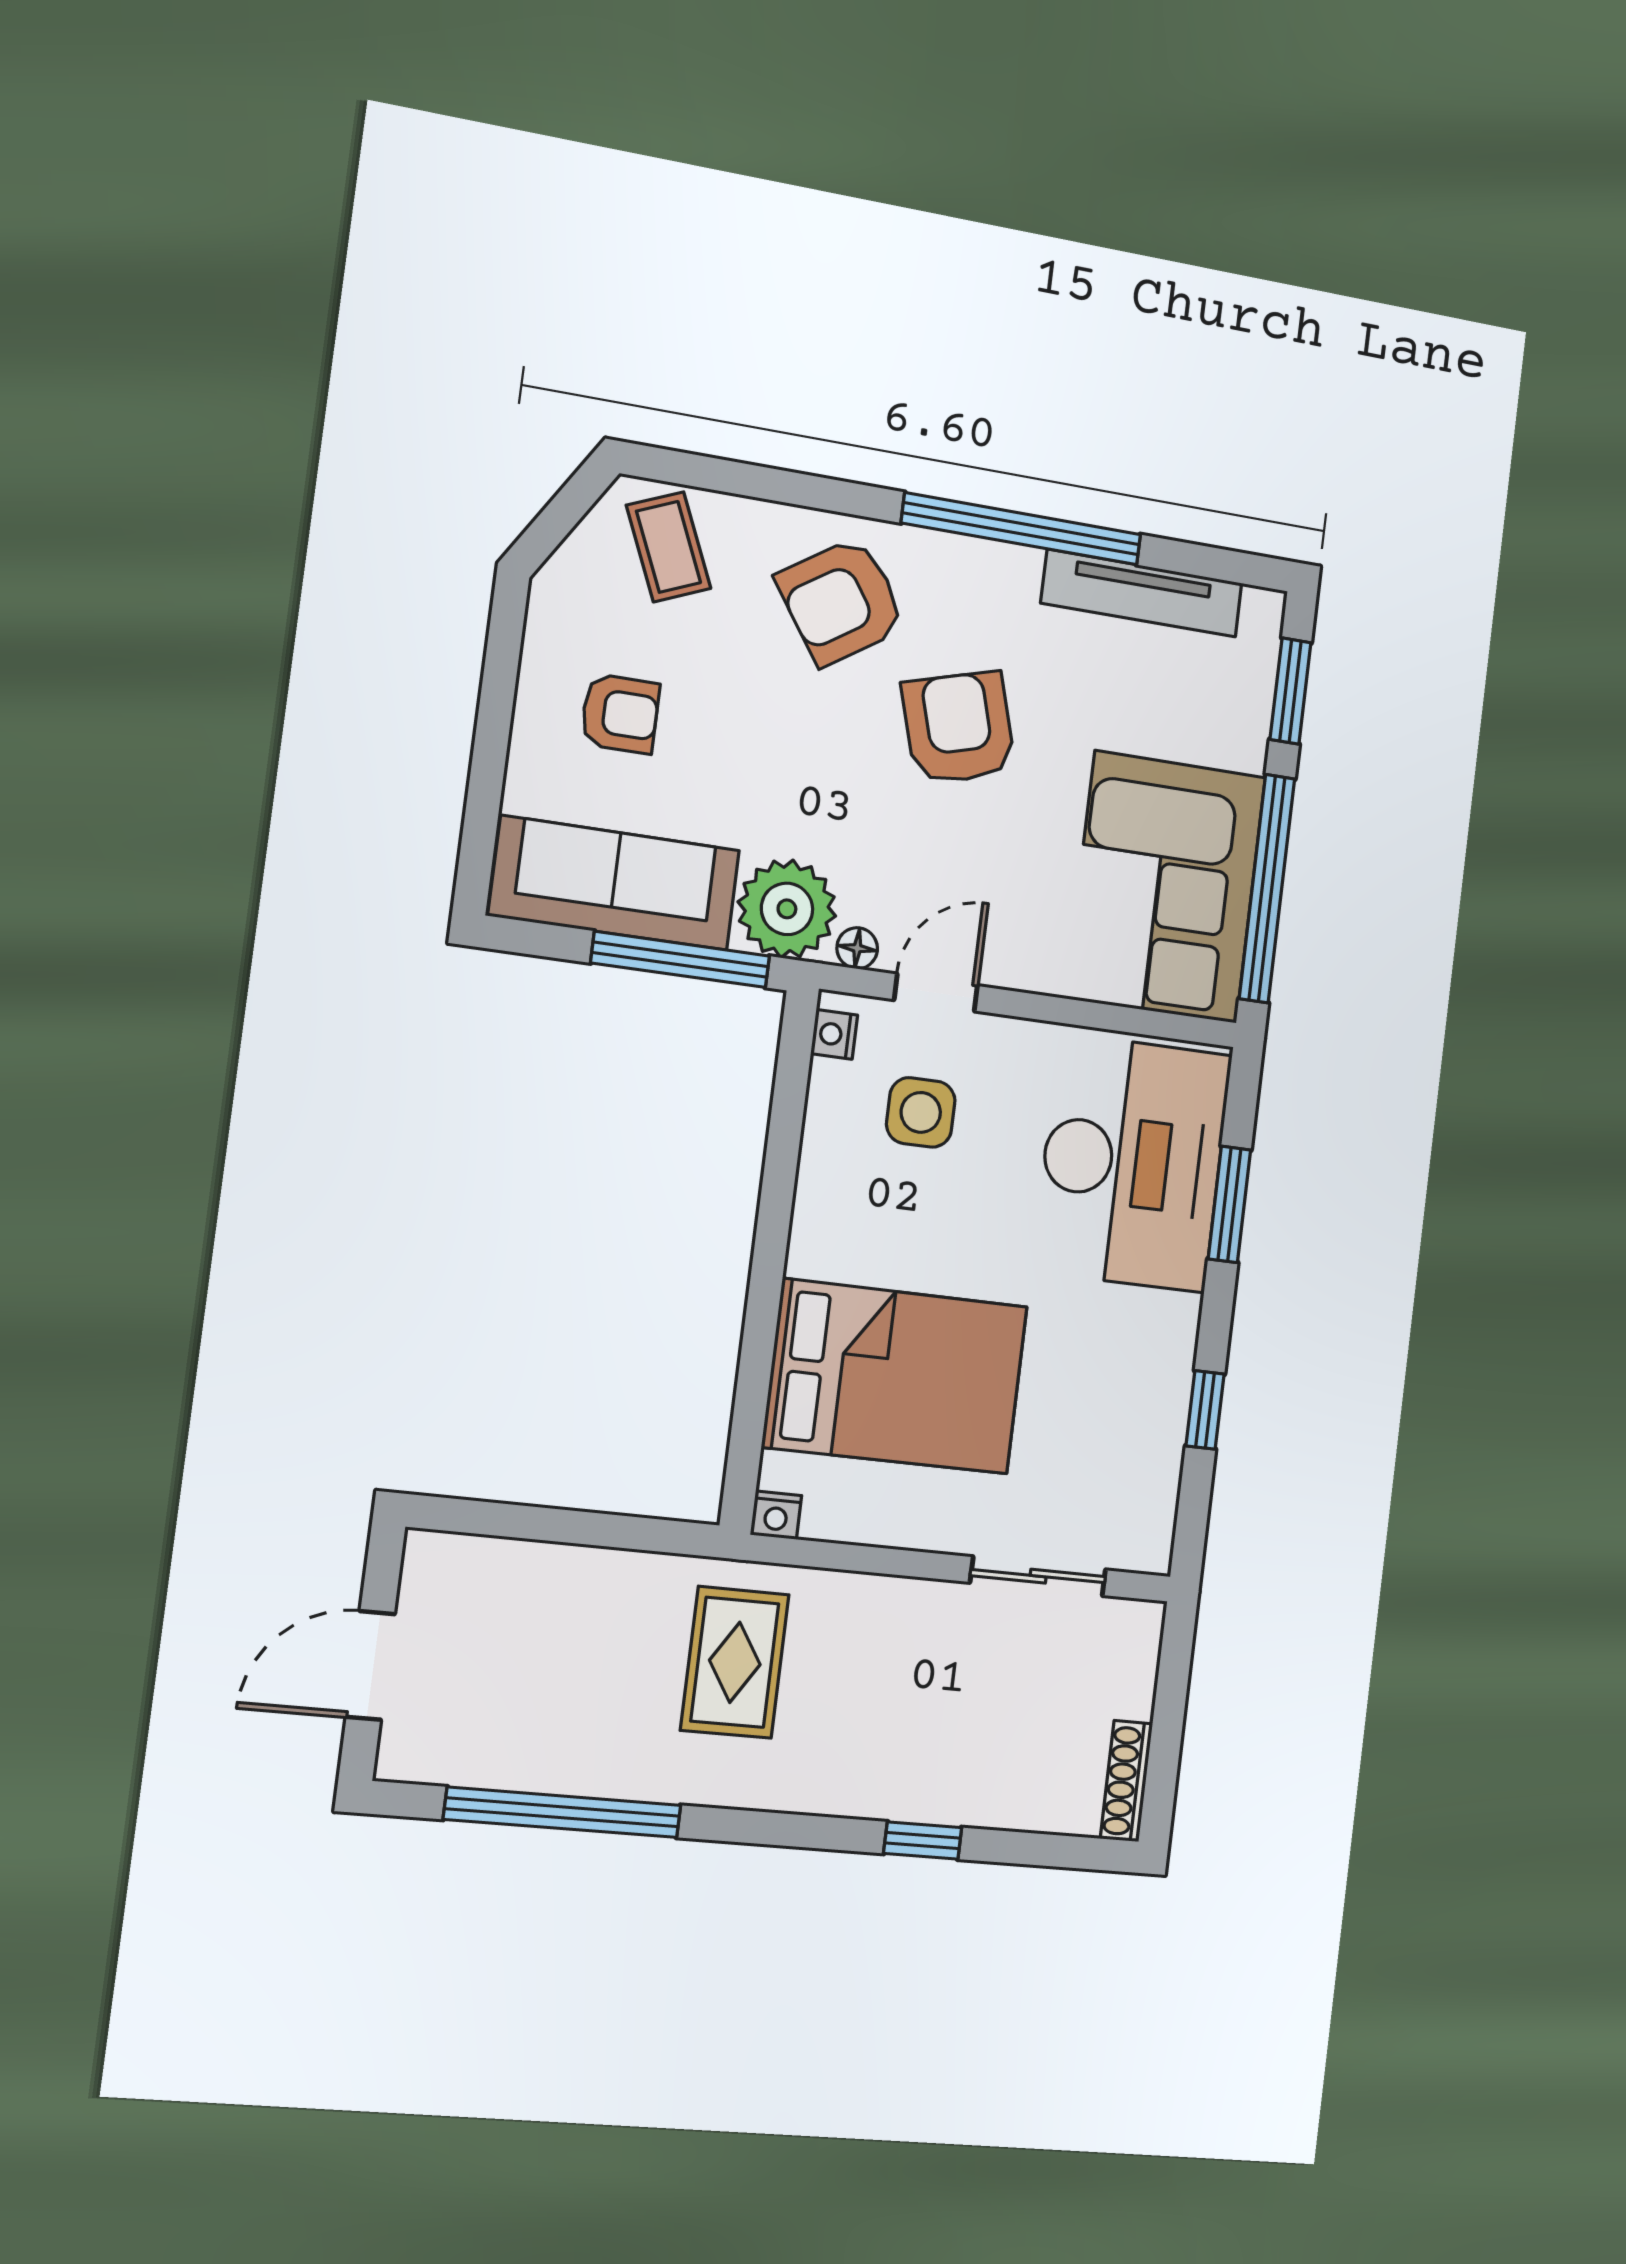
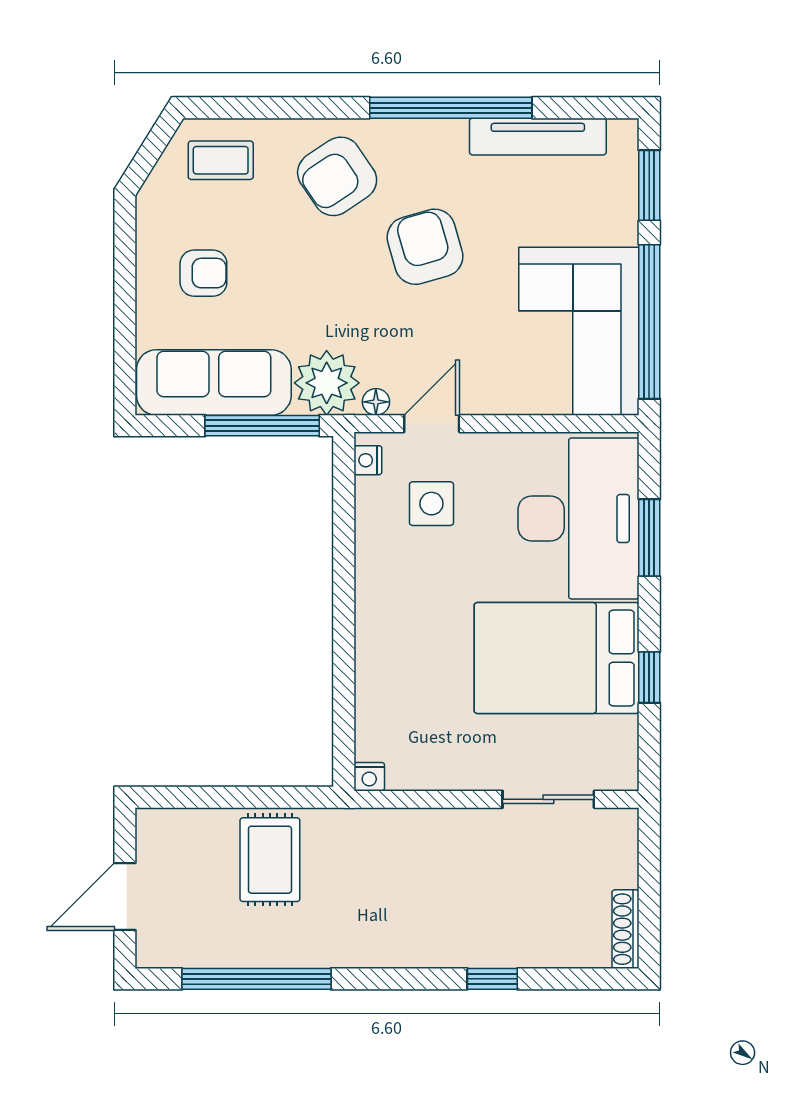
coffee table: (669, 547) -> (221, 160), turned -67
bed: (895, 1377) -> (557, 658), moved, turned 180
rug: (735, 1662) -> (270, 860), moved

